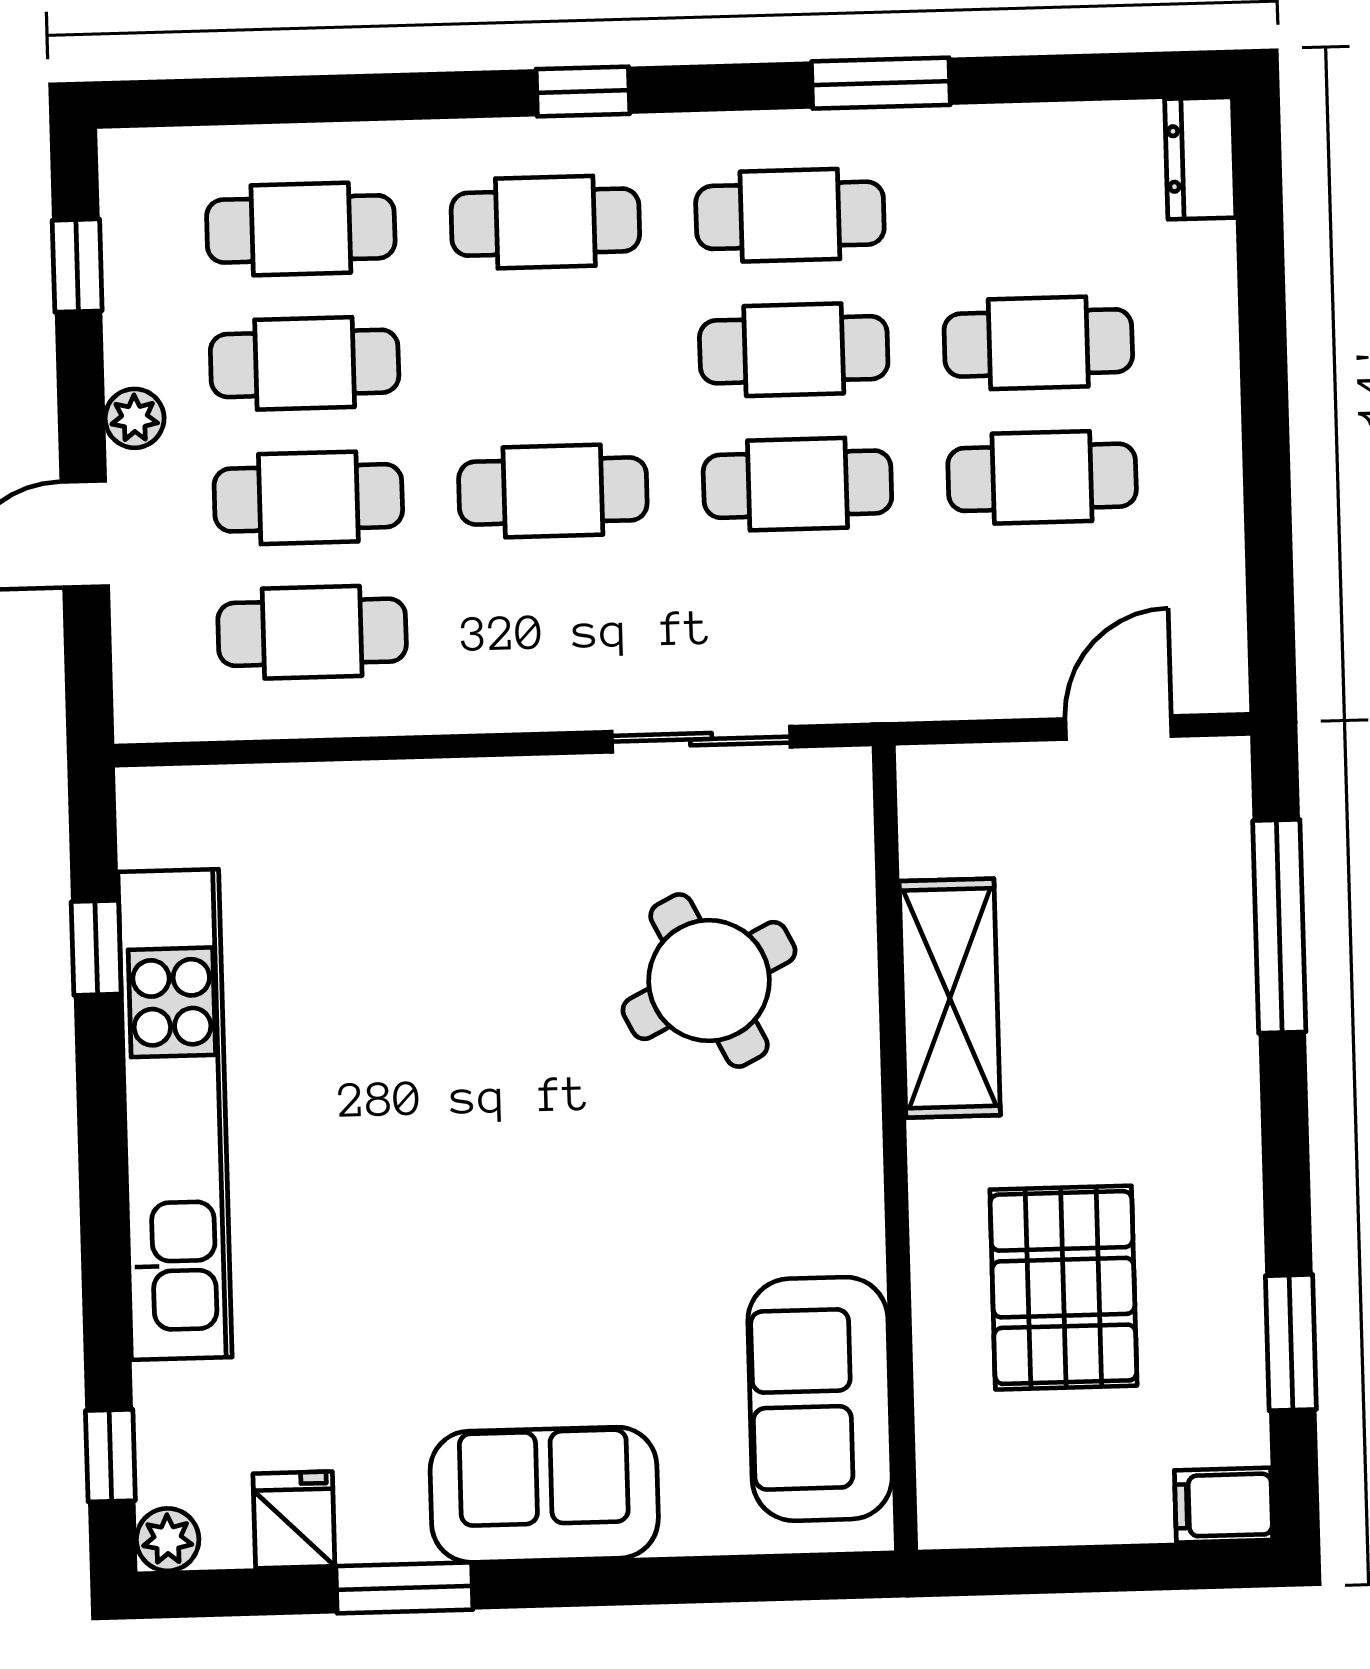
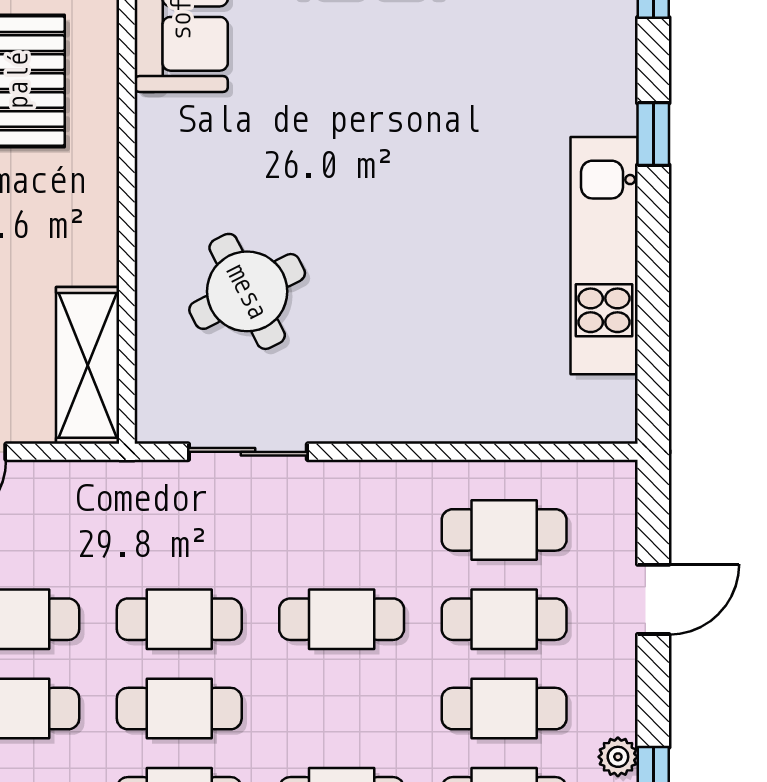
plant: (135, 418) -> (618, 757), moved
window: (96, 948) -> (653, 134), moved
shelving: (950, 998) -> (88, 365), moved
kitchen unit: (175, 1115) -> (604, 256), width x0.73

